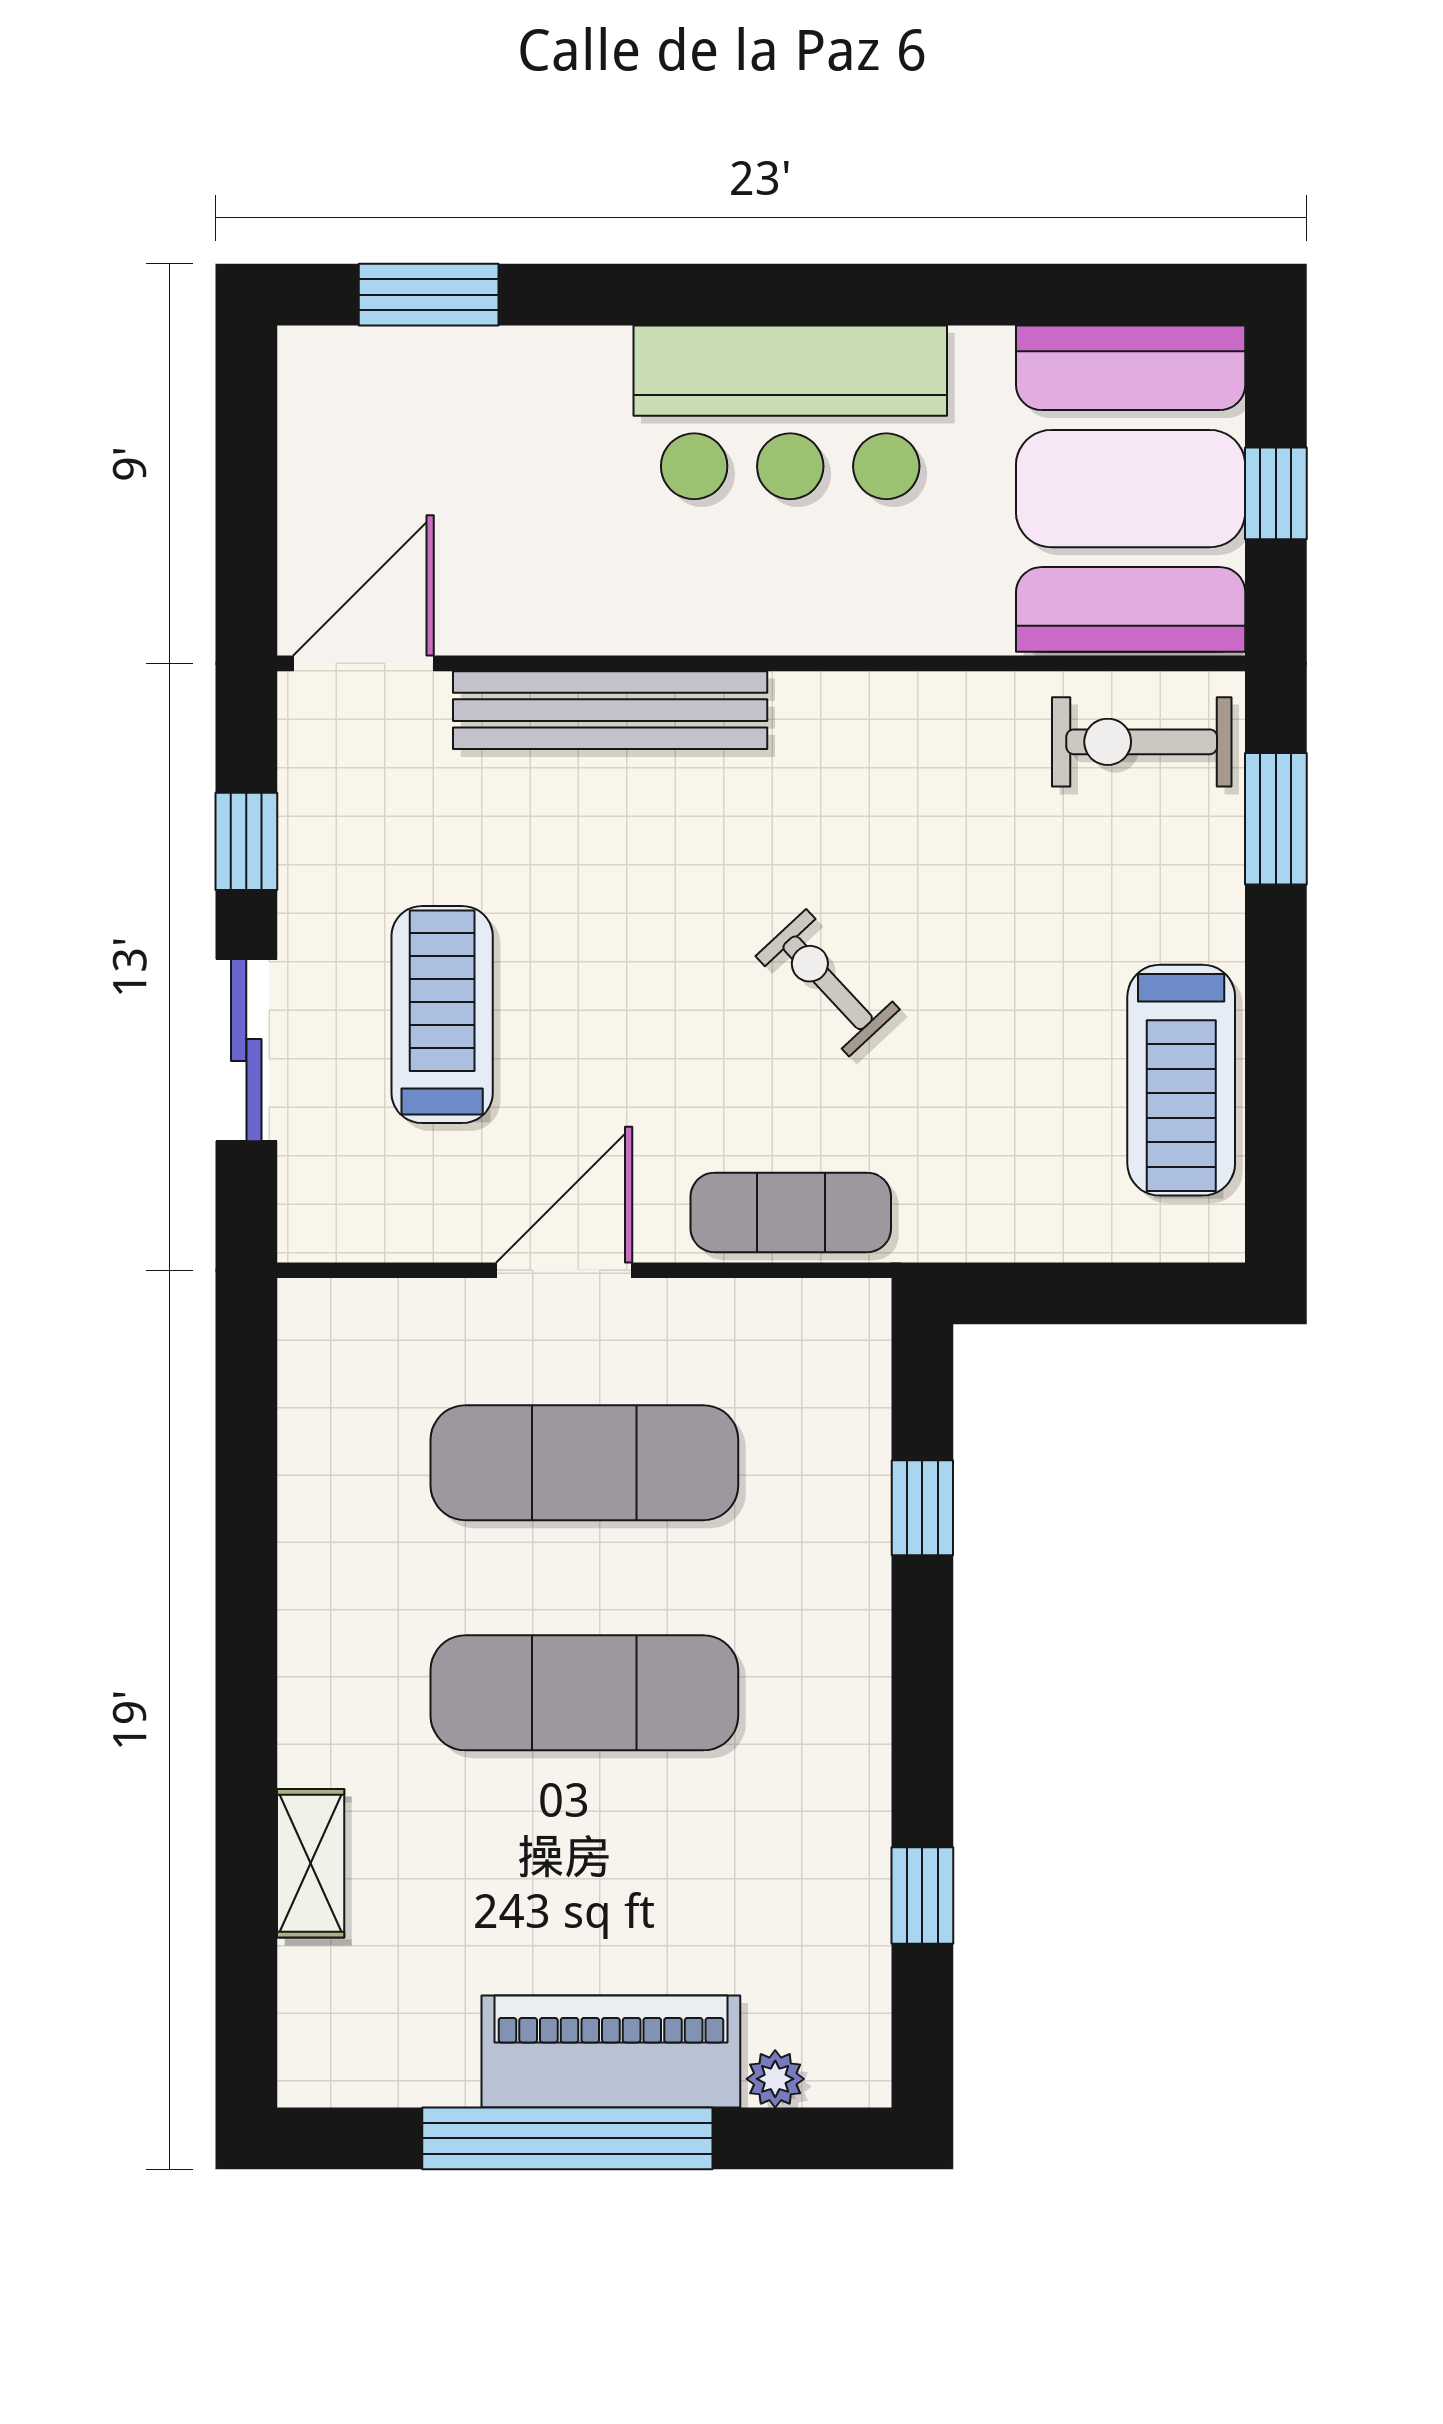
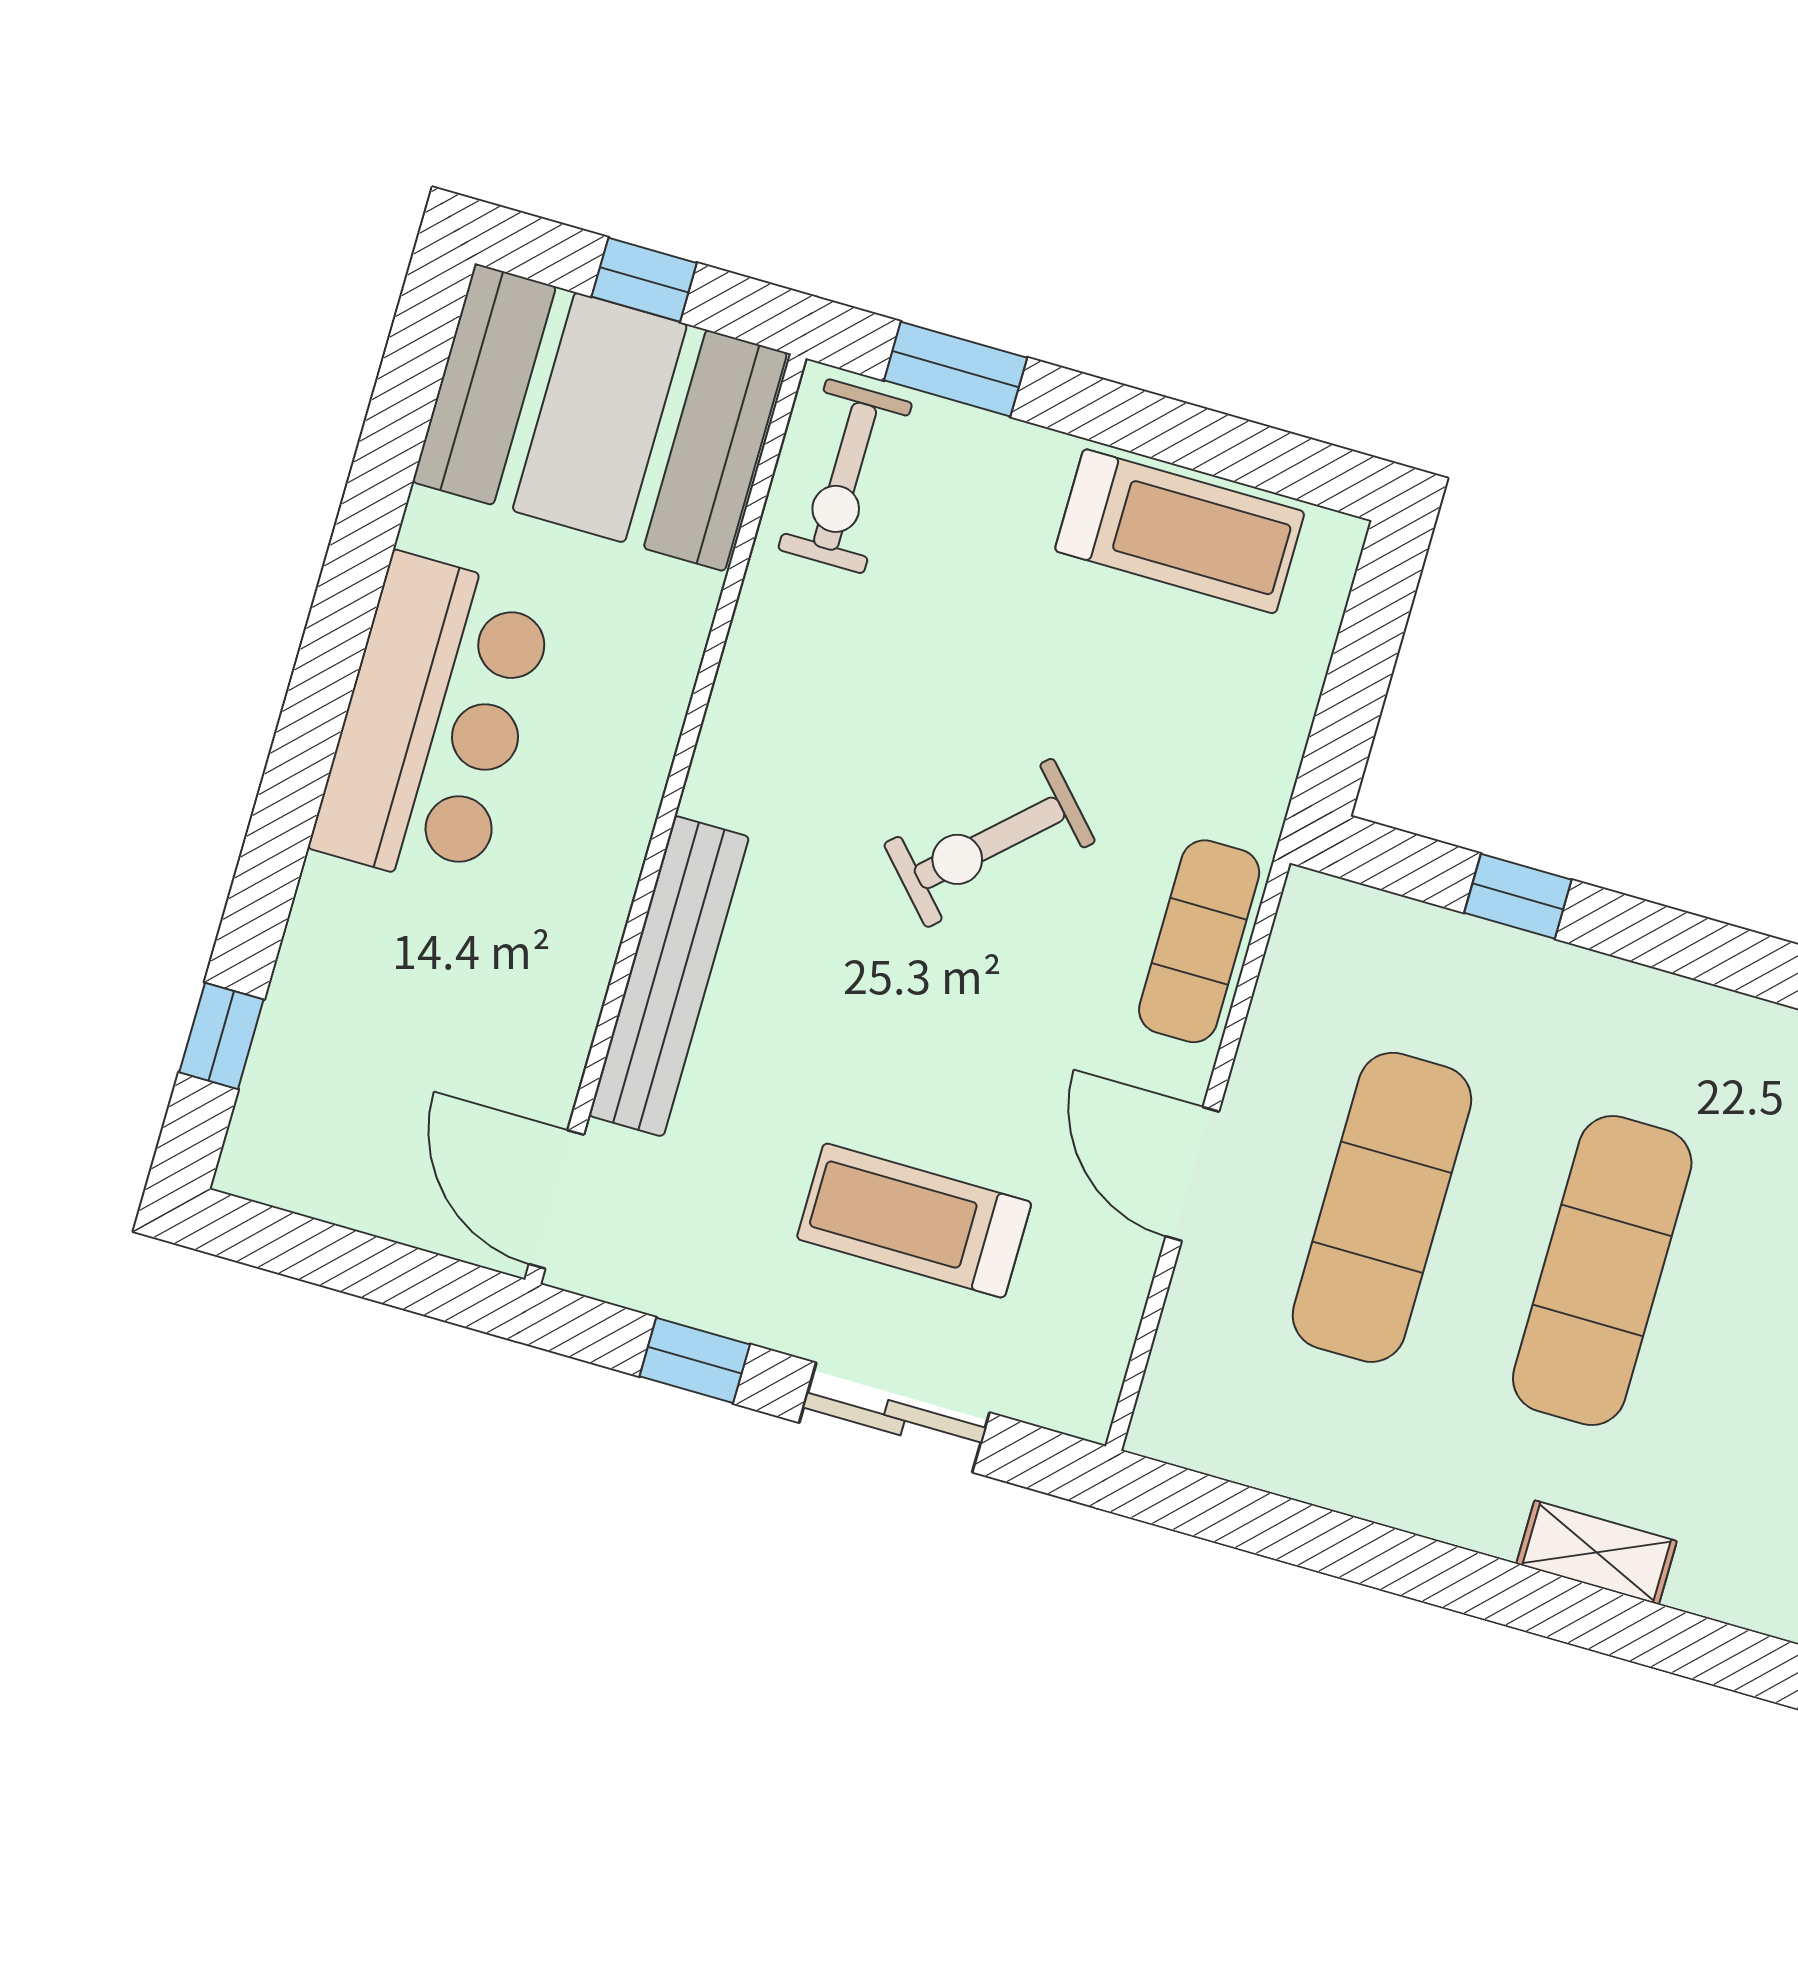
window: (429, 295) -> (221, 1036), width x0.67
exercise bike: (828, 983) -> (989, 843), width x1.38, depth x1.39
shelving: (311, 1863) -> (1597, 1552), moved

